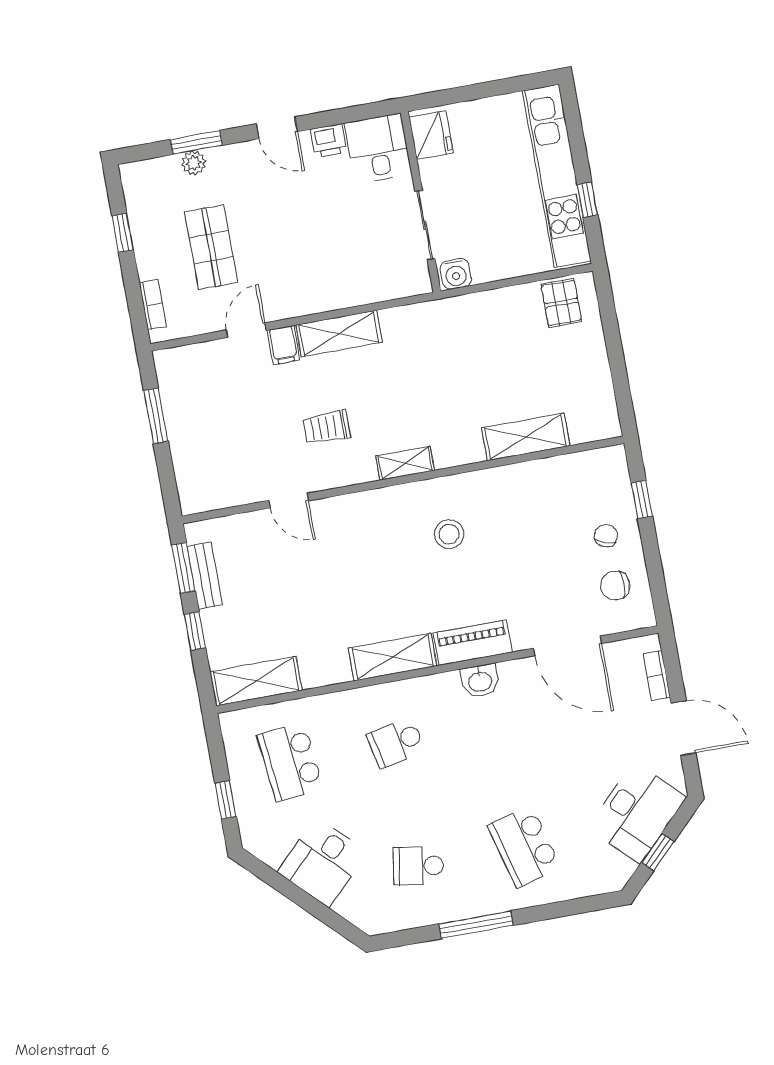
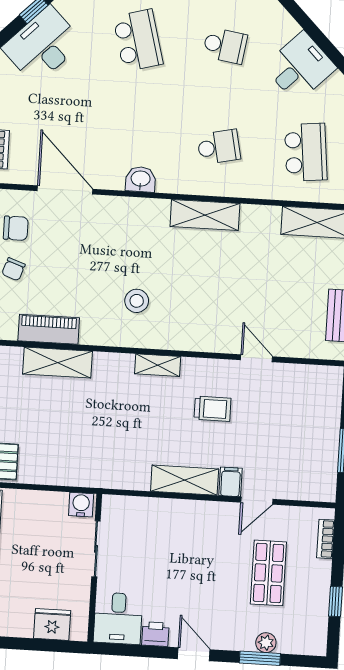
fridge: (431, 135) -> (52, 624), moved, turned 90
piano: (473, 643) -> (49, 329), moved, turned 180

